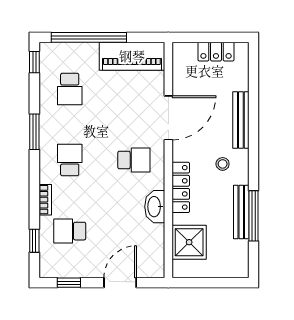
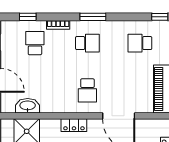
window: (34, 132) -> (93, 17), moved
locker: (181, 187) -> (74, 125), width x0.66
washbasin: (155, 207) -> (28, 106), moved

